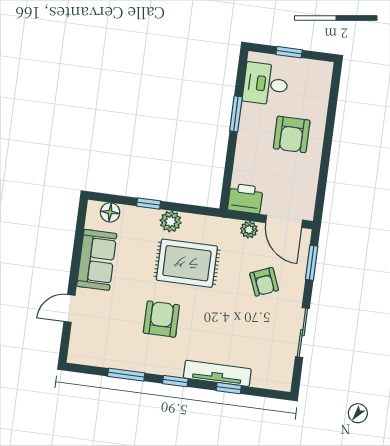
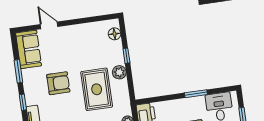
sofa: (97, 260) -> (29, 49), moved, turned -90

